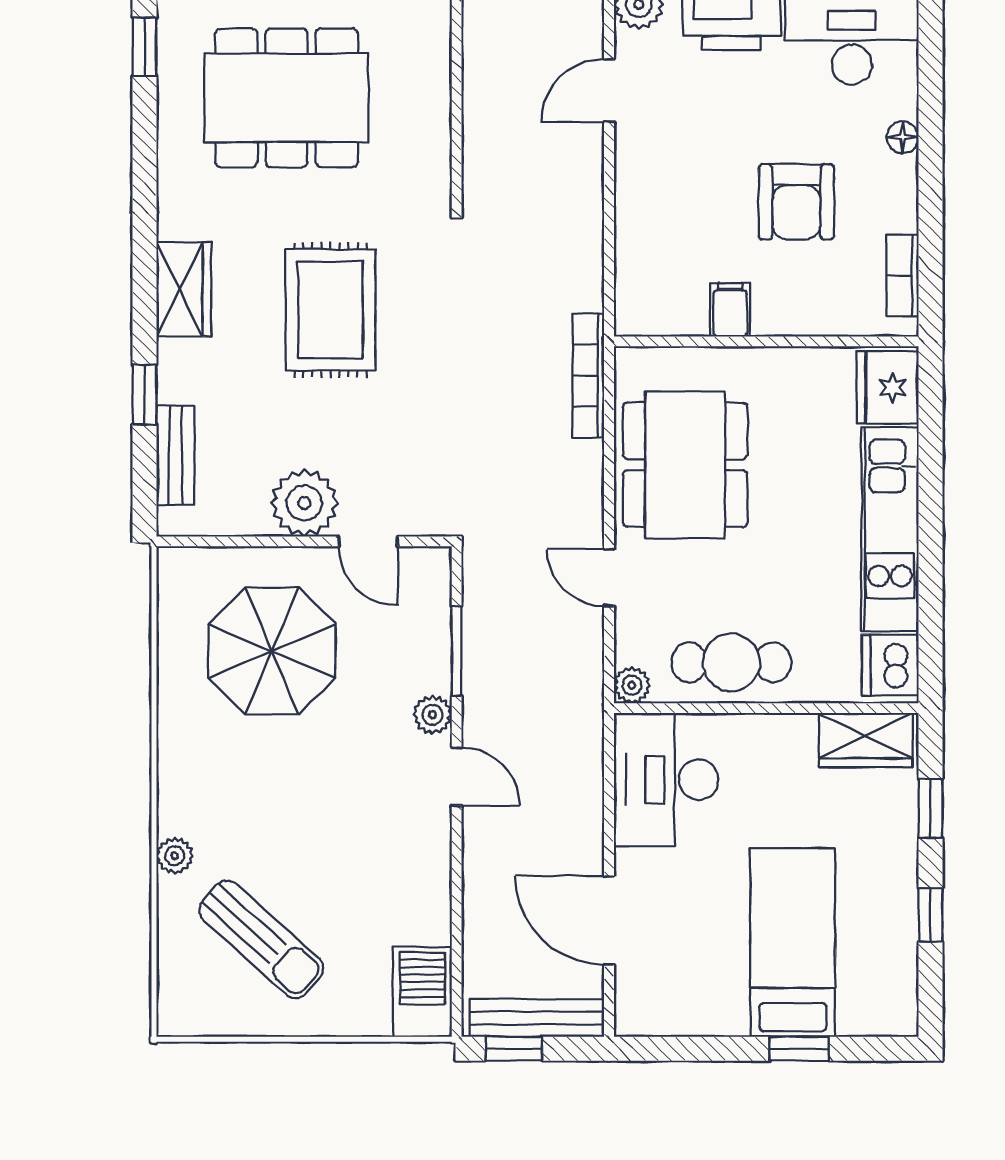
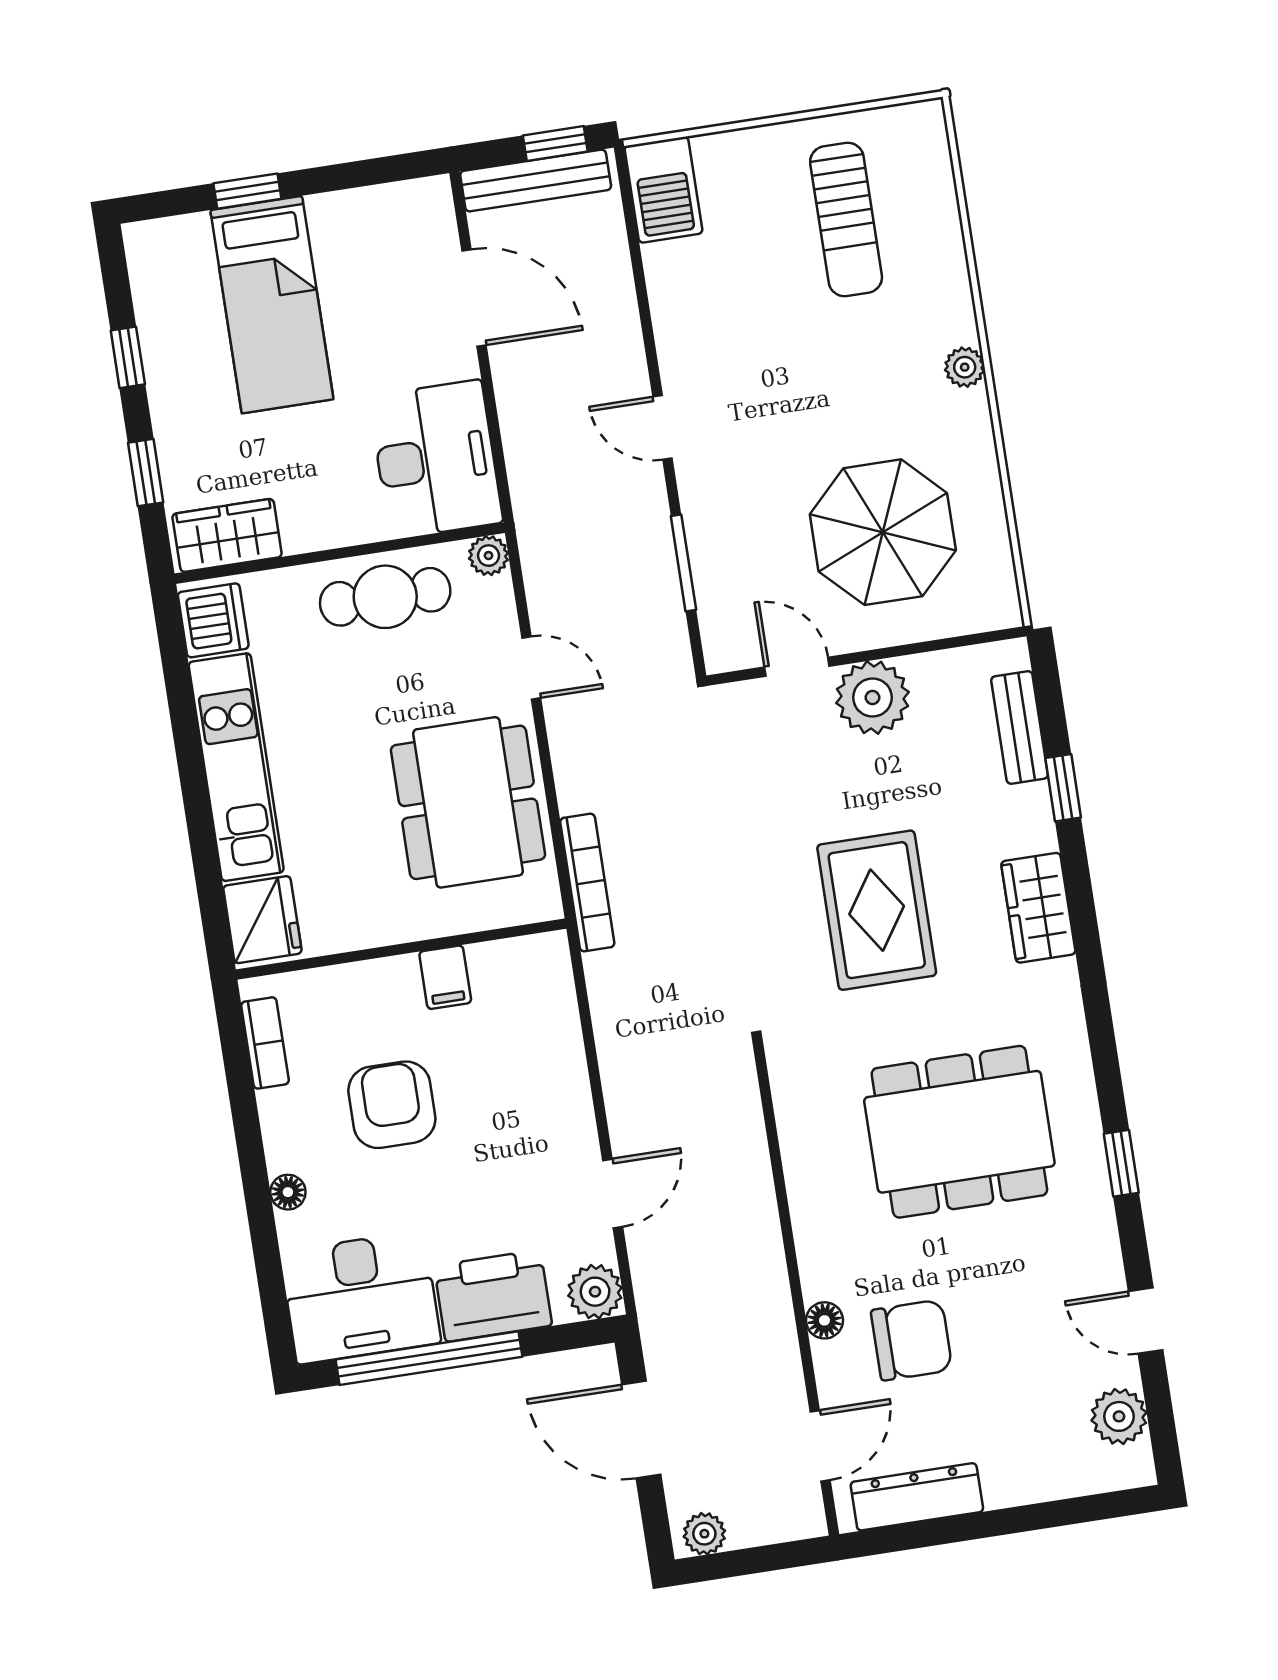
plant: (433, 715) -> (699, 490), removed
plant: (175, 856) -> (965, 367), moved
sun lounger: (261, 939) -> (846, 219), turned -132

